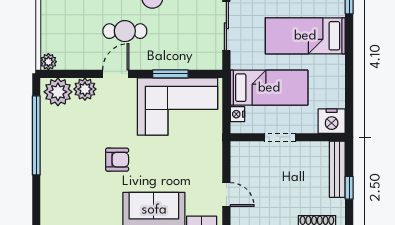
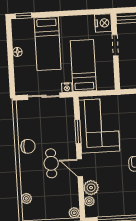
plant: (58, 92) -> (89, 201), width x0.53, depth x0.53
nightstand: (237, 114) -> (67, 88), moved
doorway: (280, 137) -> (115, 45), moved

